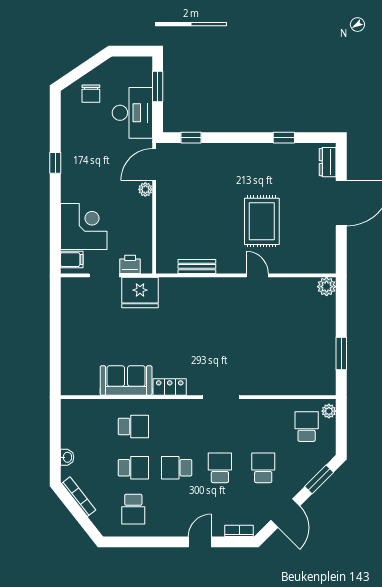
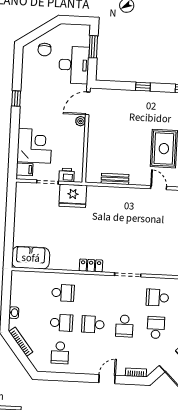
window: (191, 138) -> (143, 87), moved
sofa: (126, 381) -> (31, 258), moved
school desk: (263, 427) -> (157, 298), added
school desk: (220, 468) -> (124, 326), turned 180

